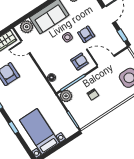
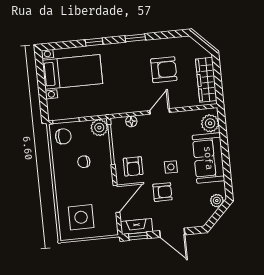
fireplace: (117, 39) -> (136, 226), added
door: (26, 47) -> (160, 111), moved
chair: (84, 116) -> (63, 136), added

